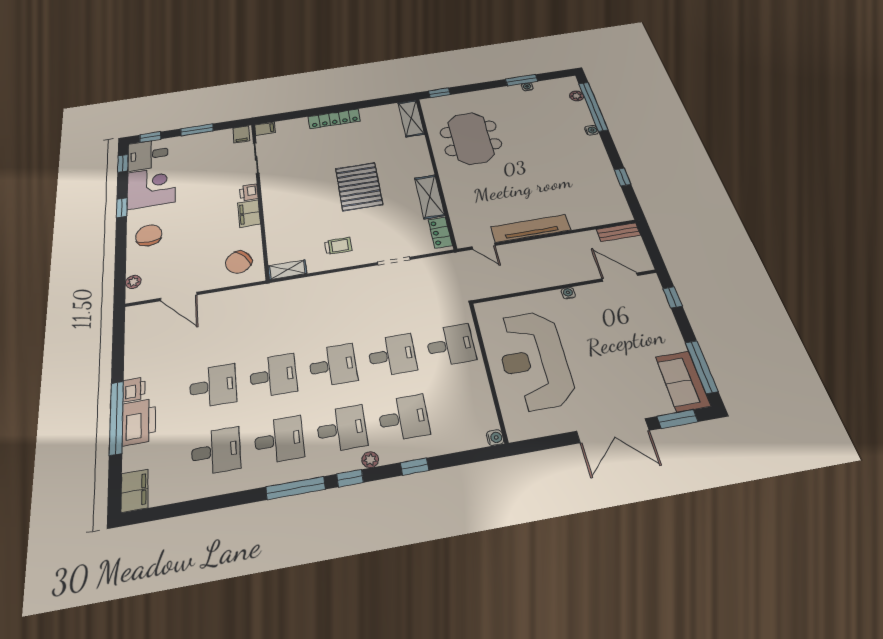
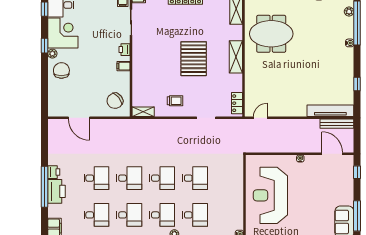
meeting table: (471, 138) -> (271, 34), turned 90
shelving: (430, 197) -> (236, 57), moved
filing cabinet: (249, 214) -> (124, 66), width x0.50
tv unit: (531, 228) -> (330, 111), moved
bench: (618, 232) -> (337, 124), width x1.36
door: (484, 246) -> (260, 118), swing flipped
plant: (133, 282) -> (52, 54), moved
desk: (451, 345) -> (228, 178), removed

